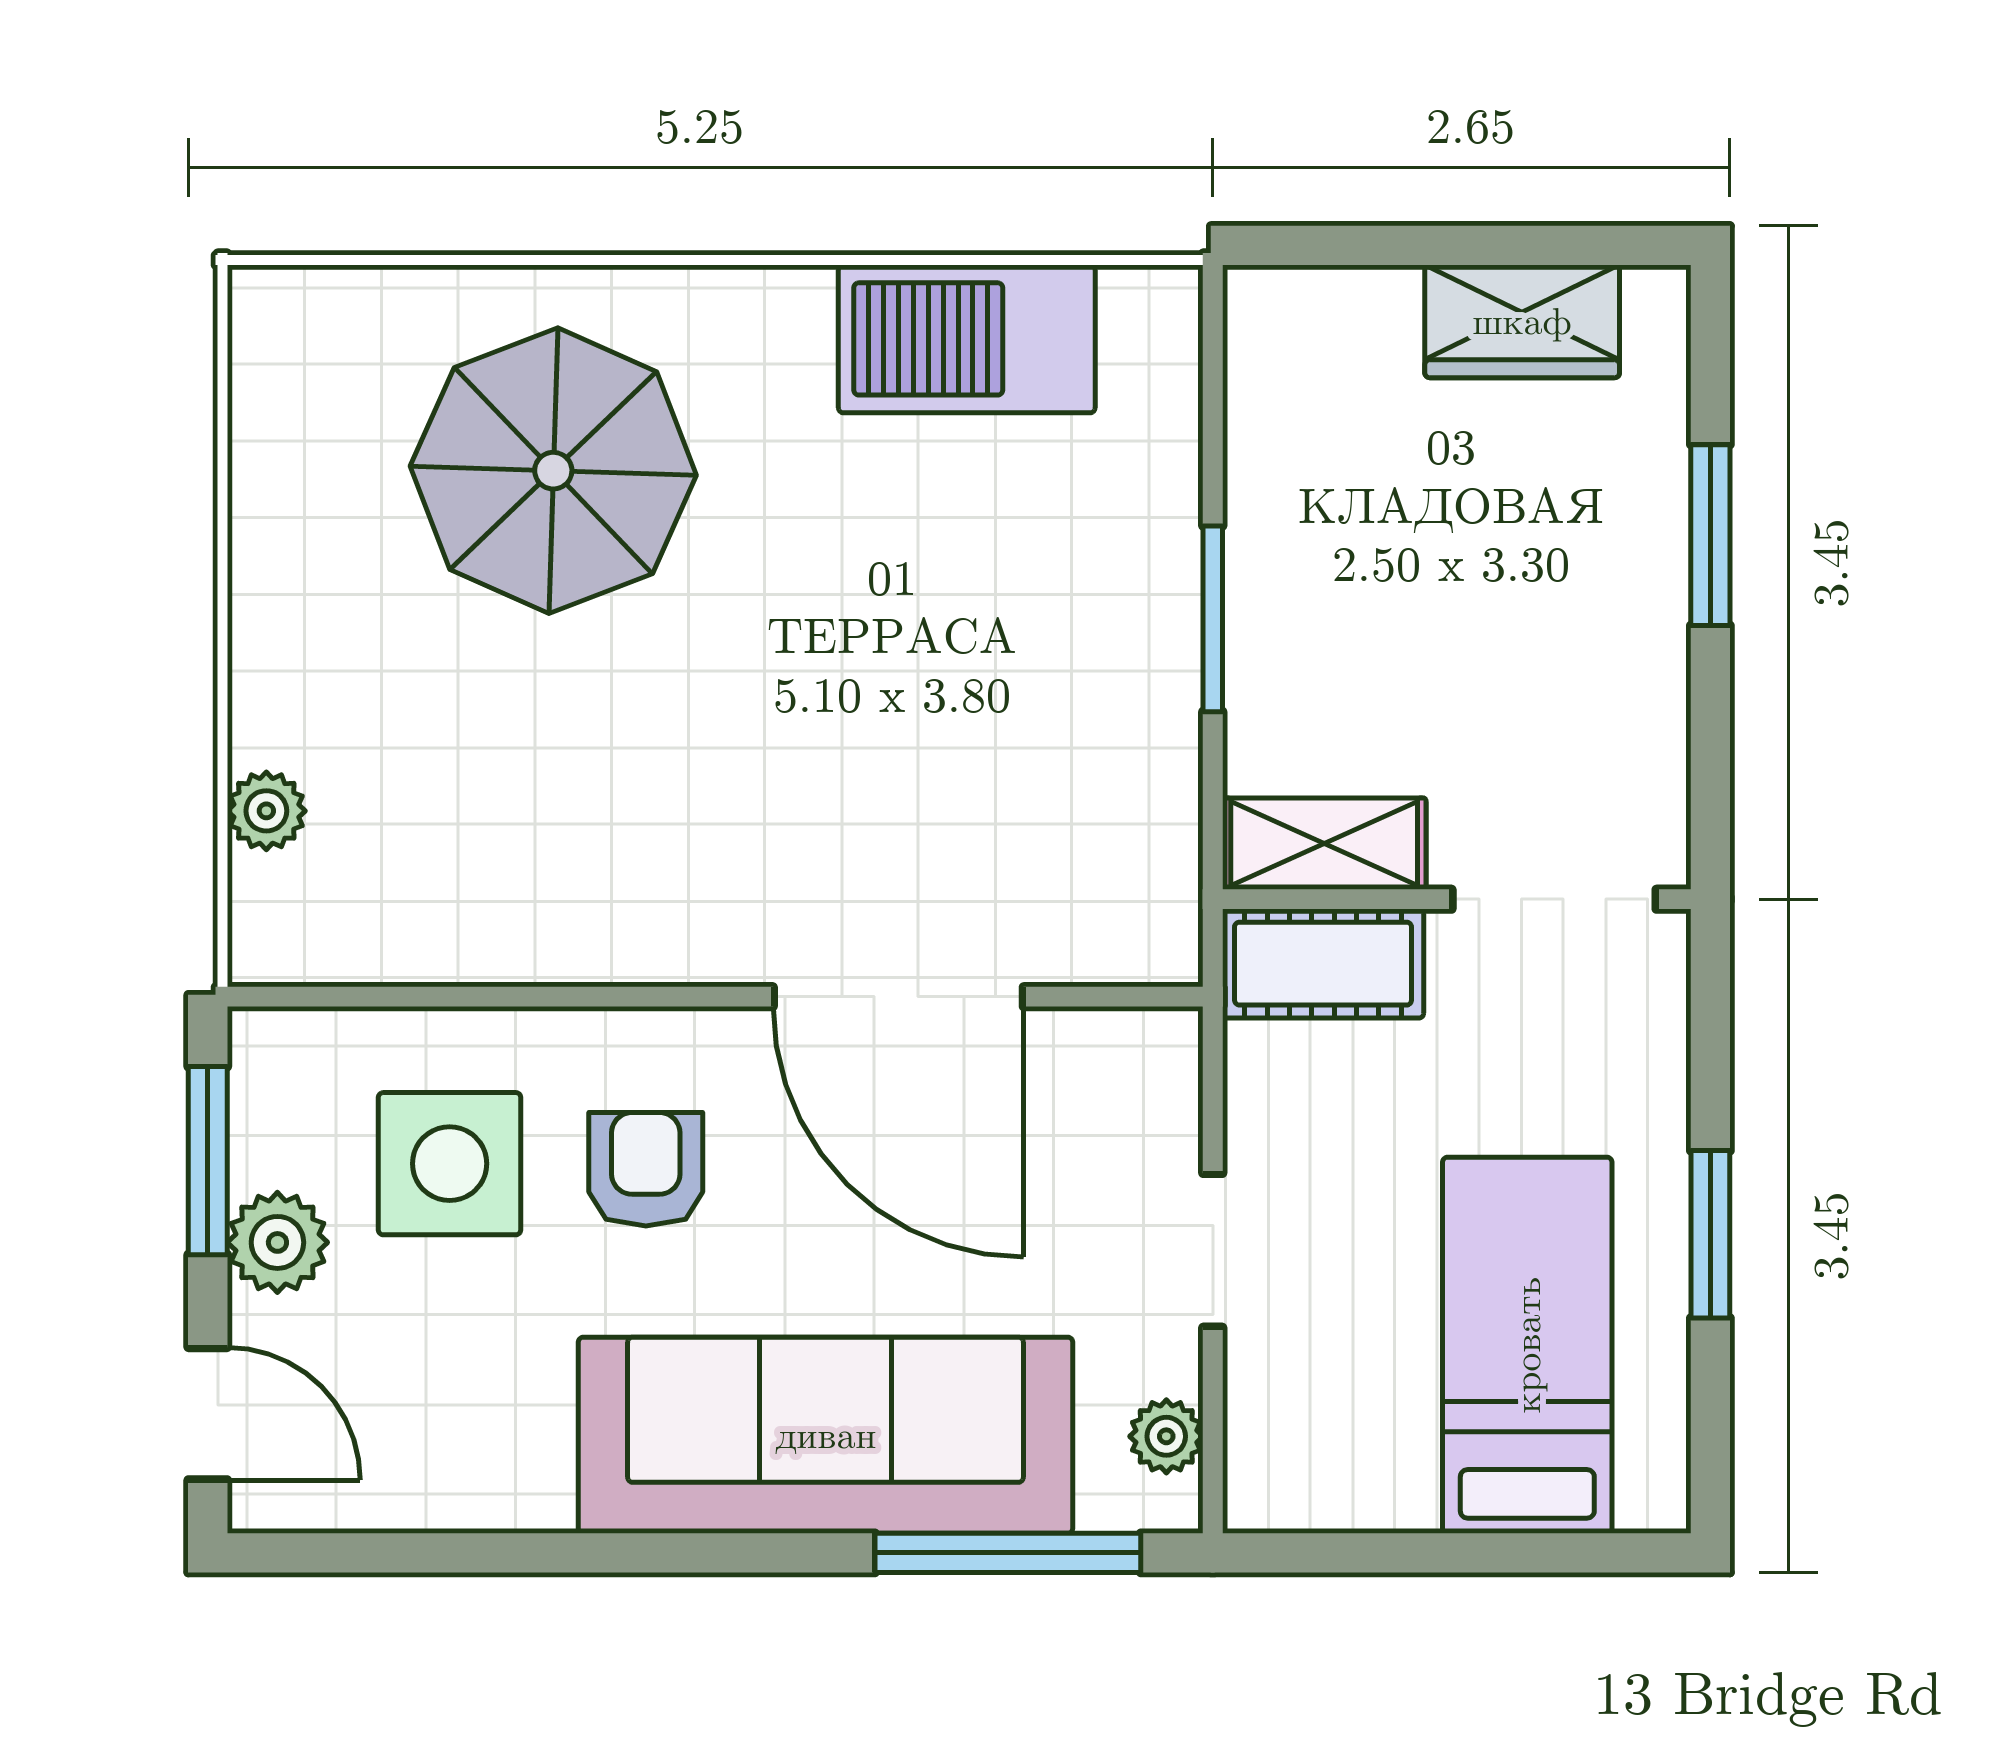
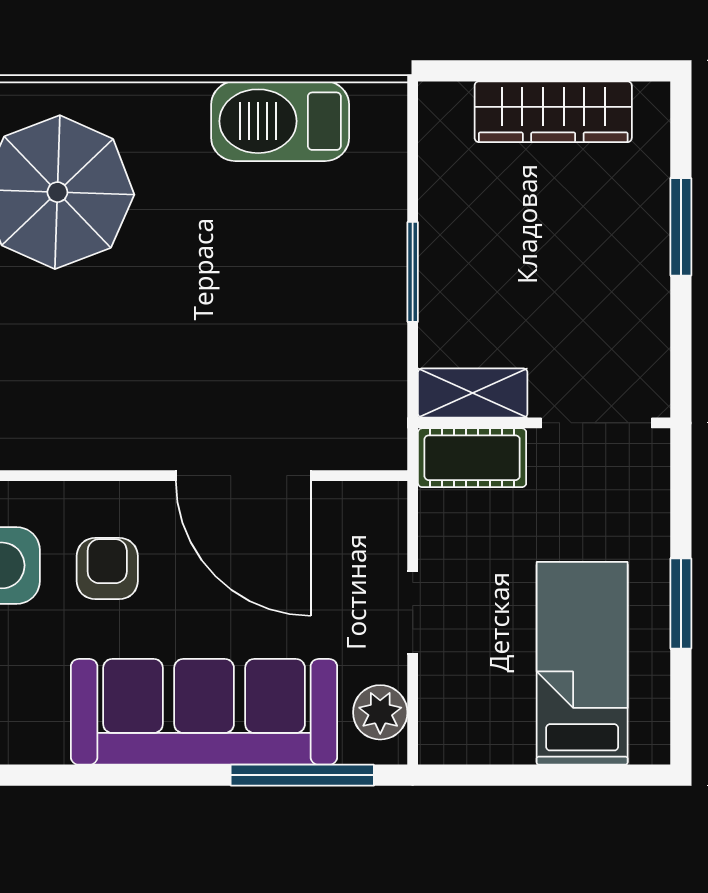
wardrobe: (1522, 321) -> (553, 112), width x1.50
plant: (1166, 1436) -> (380, 712), width x1.38, depth x1.38

